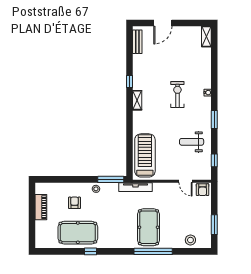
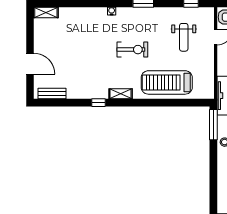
exercise bike: (177, 95) -> (132, 50), moved, turned 180
weight bench: (192, 142) -> (184, 37), moved
treadmill: (145, 155) -> (167, 82), moved

